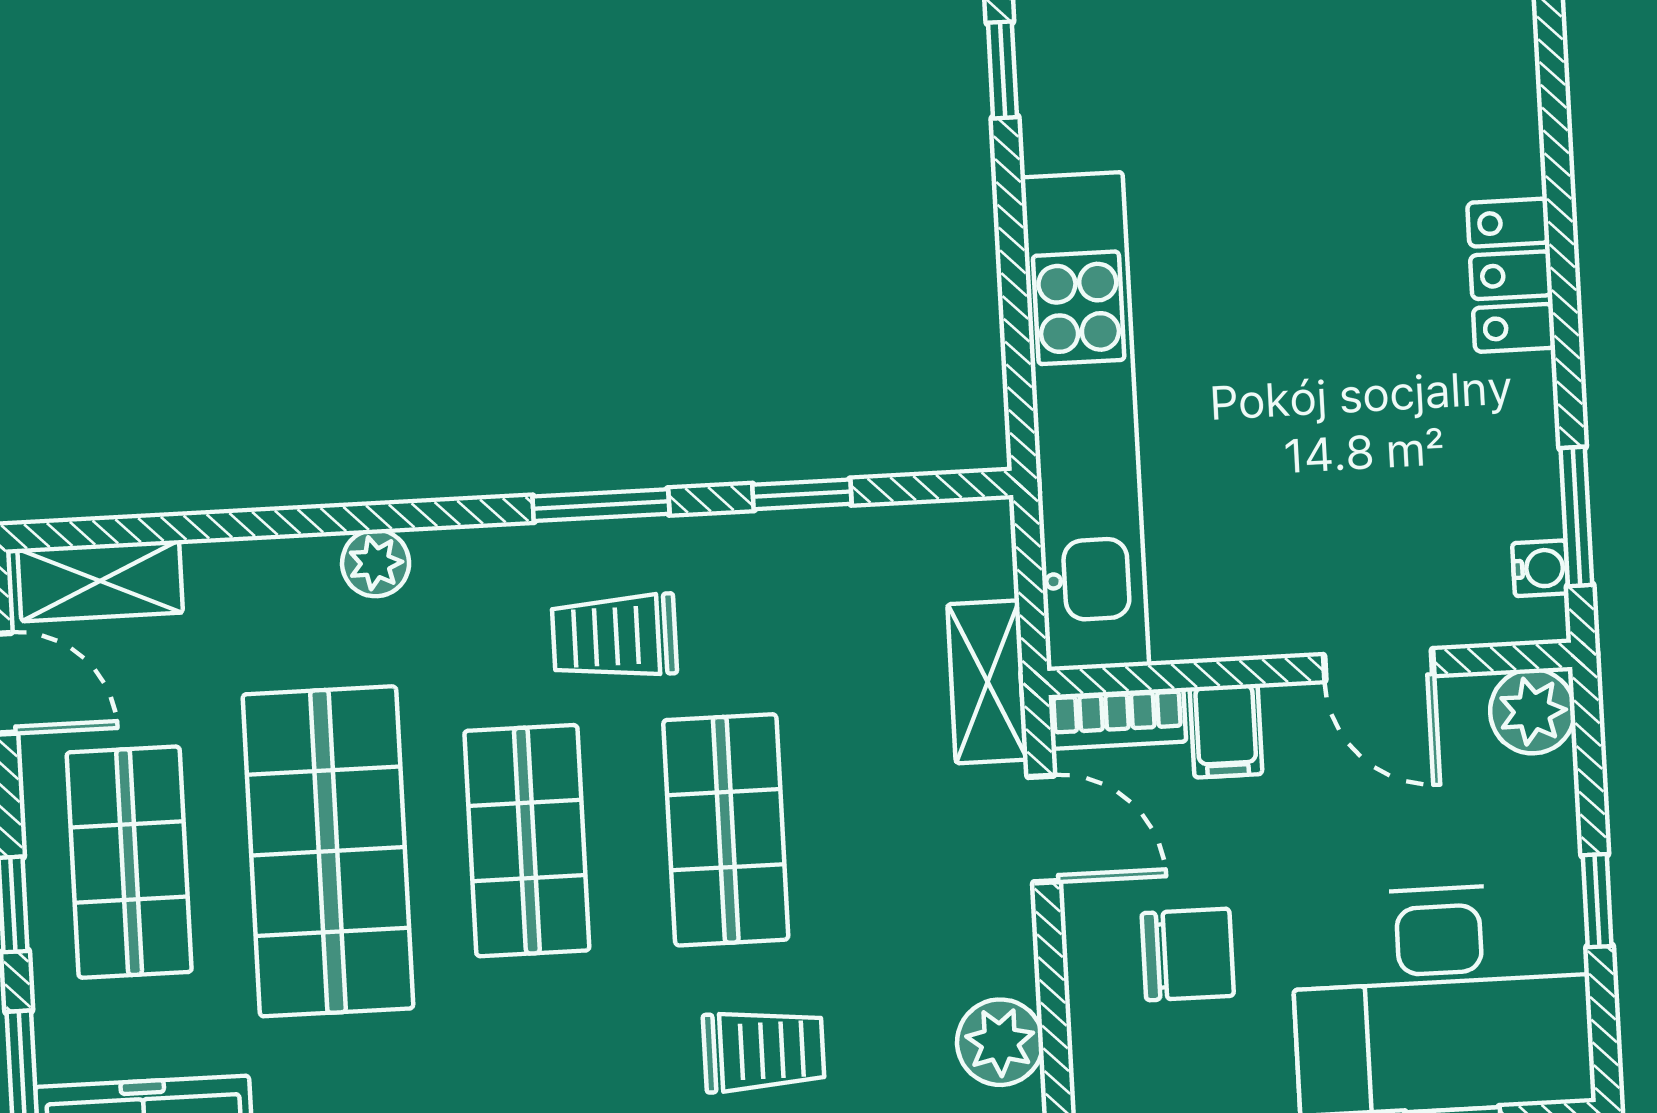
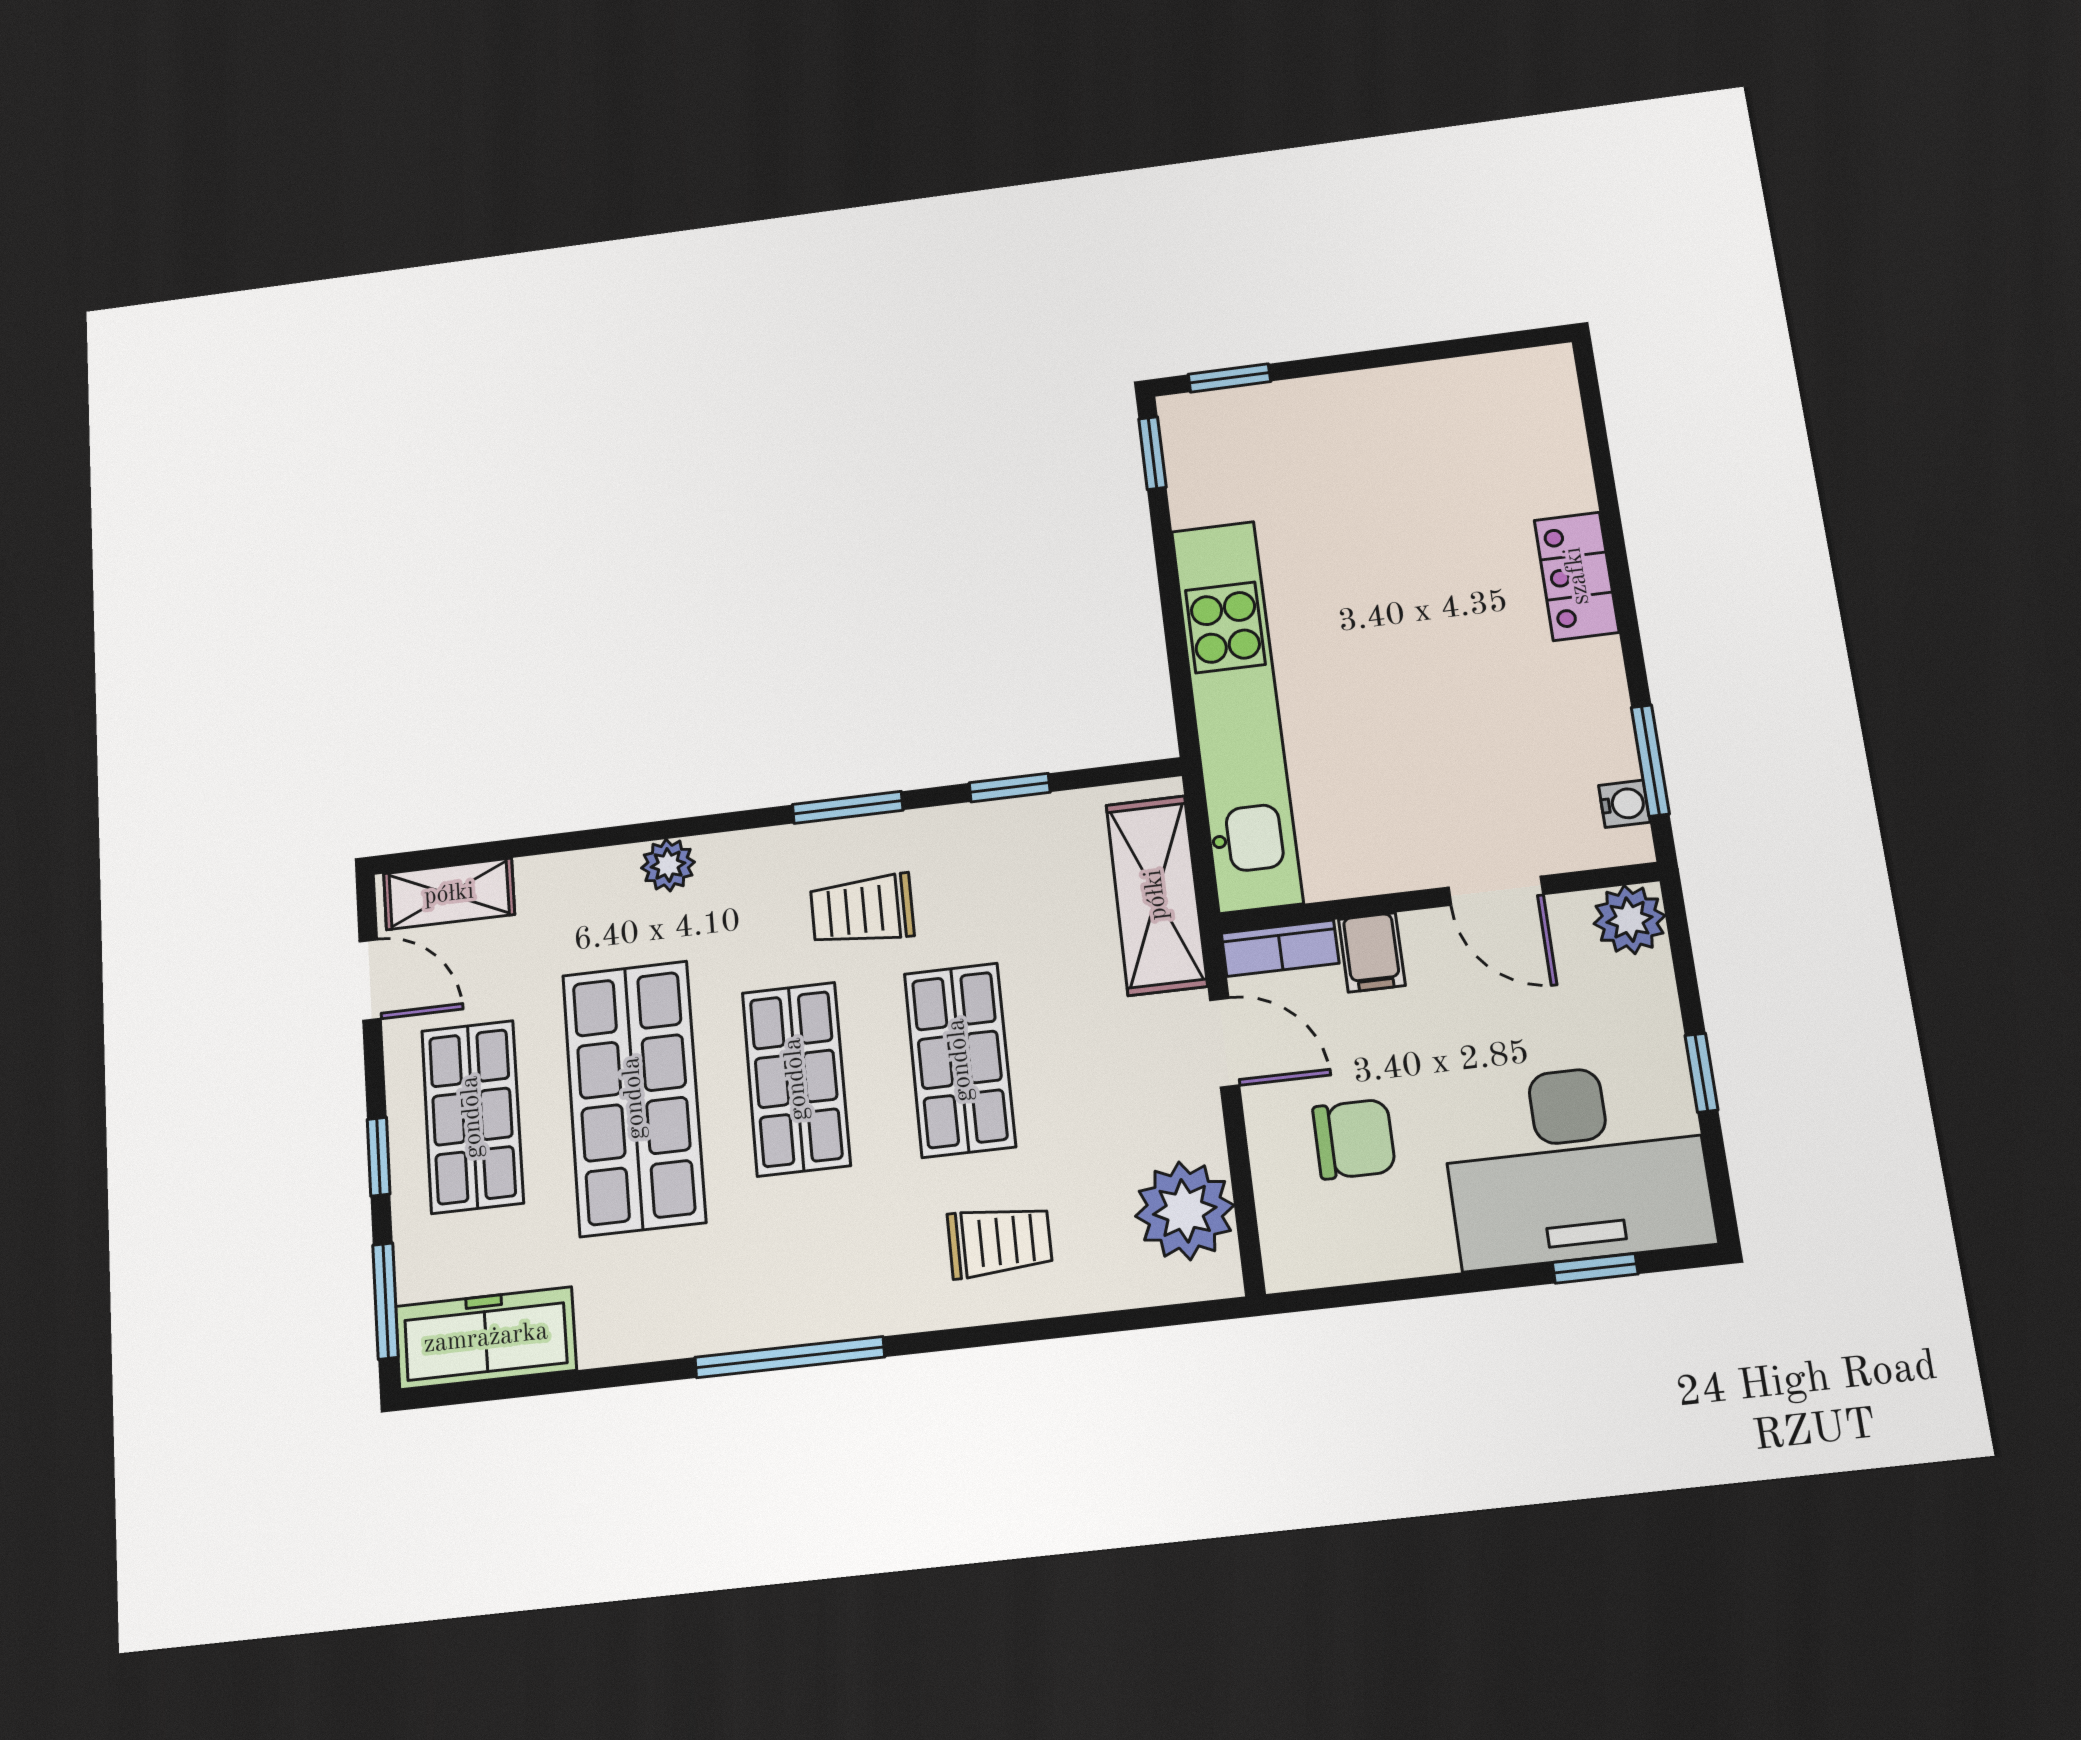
shelving: (988, 682) -> (1156, 895), width x1.50, depth x1.33
plant: (1000, 1042) -> (1185, 1211), width x1.36, depth x1.36

